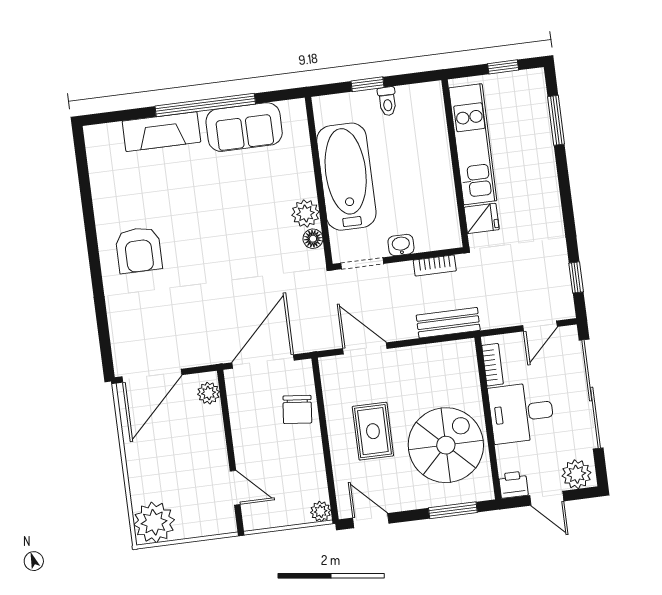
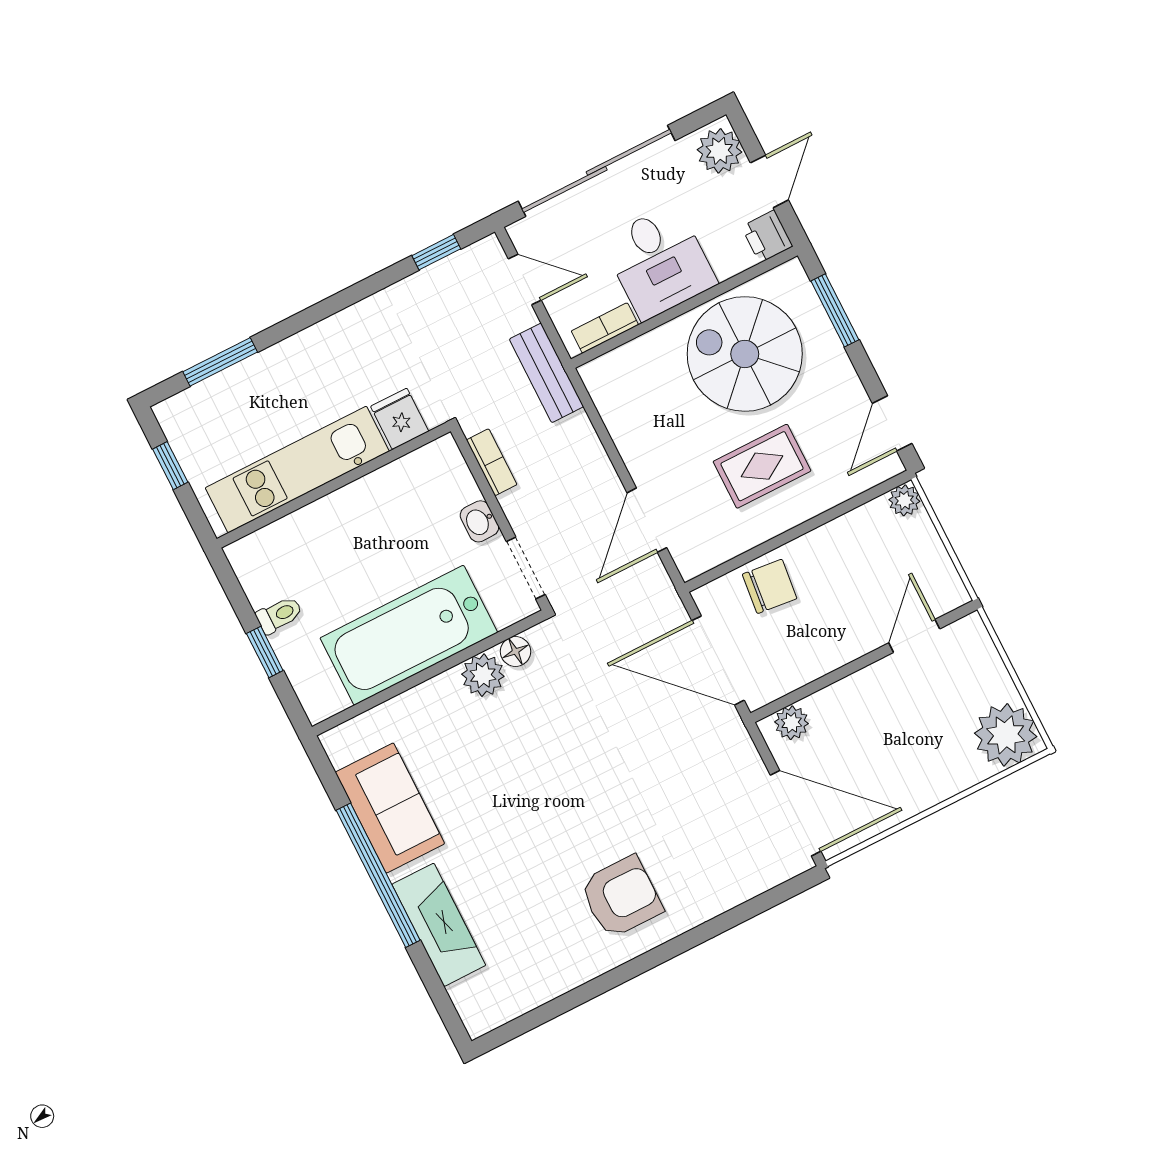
bench: (448, 323) -> (547, 373), moved

